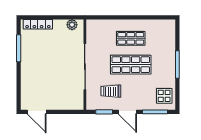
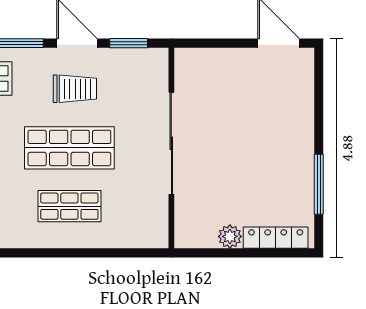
plant: (72, 25) -> (230, 236), moved
trolley: (111, 91) -> (75, 89), moved

